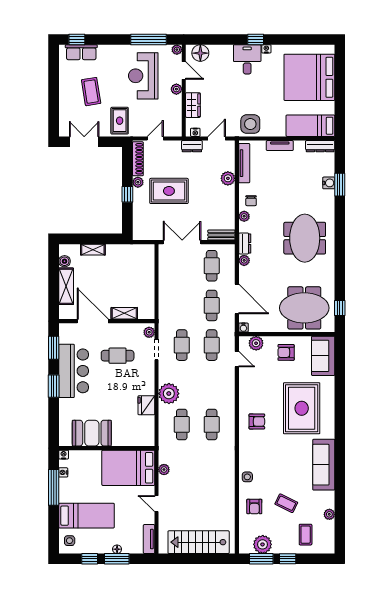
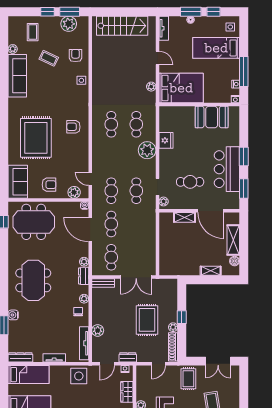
water cooler: (329, 183) -> (13, 315), moved
rug: (169, 191) -> (147, 320), turned 90
sofa: (324, 465) -> (17, 76), moved

